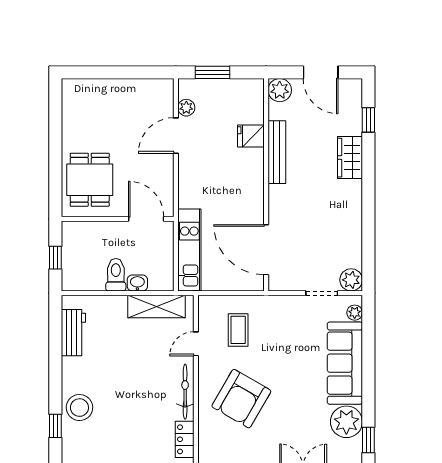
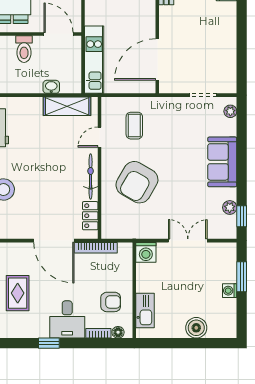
door: (266, 250) -> (157, 59), hinge flipped
toilet: (116, 275) -> (24, 49), moved, turned 180
plant: (351, 280) -> (227, 84), removed
sofa: (345, 363) -> (222, 162), width x0.73
plant: (346, 422) -> (230, 207), width x0.53, depth x0.53

